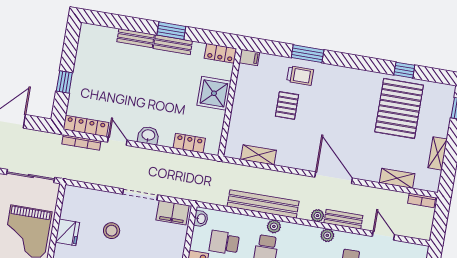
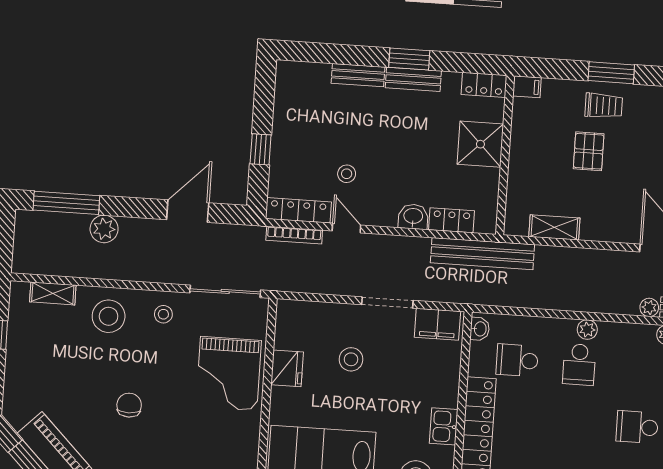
stool: (121, 104) -> (347, 174), added
washbasin: (148, 135) -> (413, 217), moved
bench: (263, 204) -> (482, 254), moved

